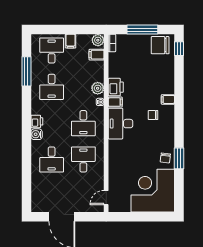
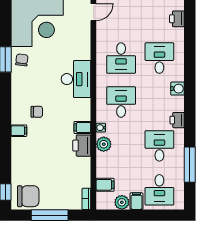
plant: (98, 40) -> (122, 202), moved
printer: (37, 121) -> (177, 120), moved
desk: (121, 124) -> (76, 79), moved
printer: (37, 192) -> (177, 19), added

